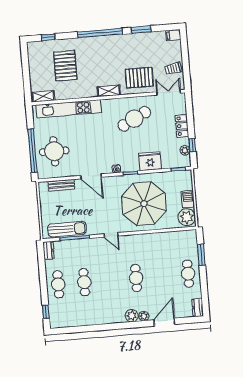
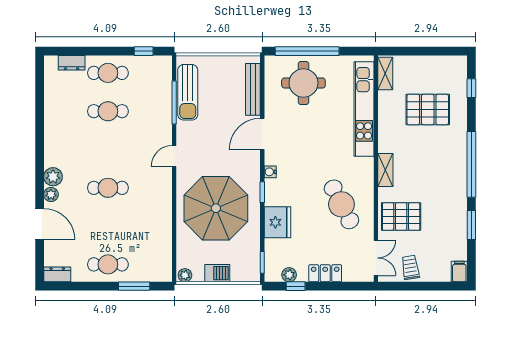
pallet: (139, 78) -> (401, 216), turned 90
bench: (61, 185) -> (253, 89), width x1.36
plant: (187, 217) -> (185, 275), width x0.53, depth x0.53
dresser: (49, 250) -> (72, 63), moved
window: (46, 312) -> (144, 51), moved

